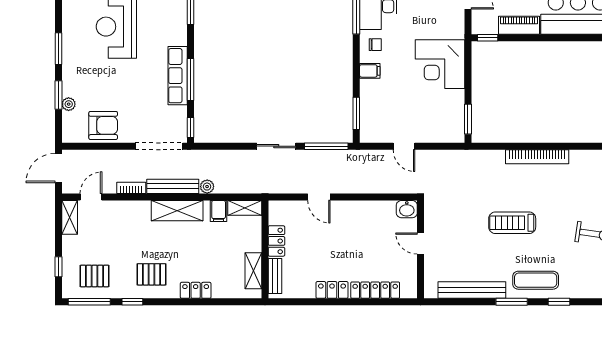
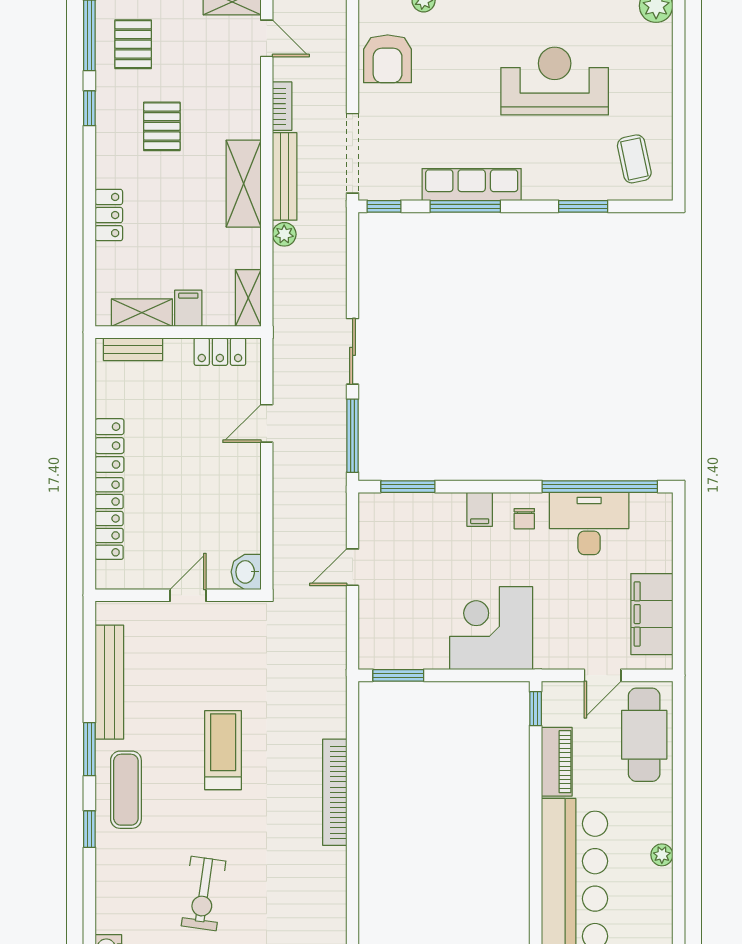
filing cabinet: (219, 211) -> (188, 308), moved, turned 90
locker: (276, 241) -> (220, 352), moved
pallet: (151, 274) -> (162, 126), moved

